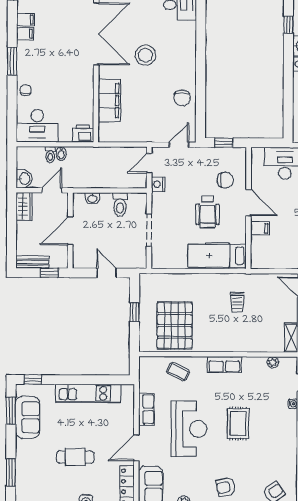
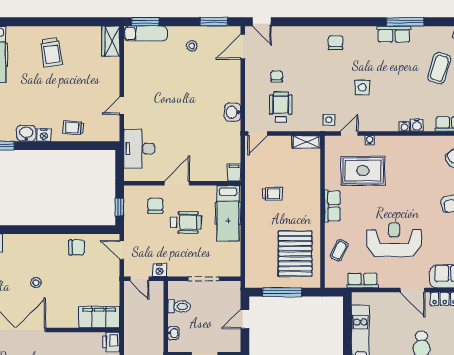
stool: (145, 55) -> (36, 283), width x0.53, depth x0.53
filing cabinet: (109, 101) -> (99, 317), moved
filing cabinet: (260, 228) -> (234, 172), moved
window: (135, 312) -> (282, 292), width x2.17
pallet: (175, 326) -> (295, 254), turned 90
plant: (273, 362) -> (330, 159), removed
row of seats: (146, 409) -> (363, 281), moved
rug: (238, 423) -> (363, 171), moved, width x1.36, depth x1.43

